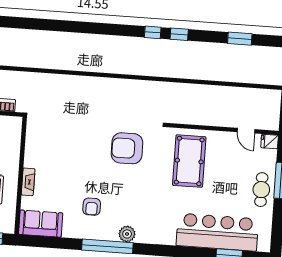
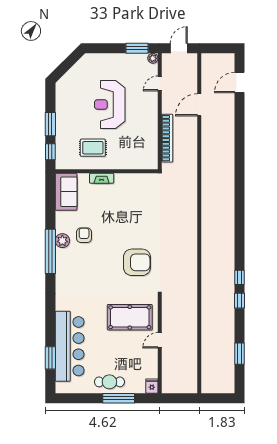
door: (246, 131) -> (160, 340), moved
armchair: (127, 148) -> (137, 262), turned 90
armchair: (92, 207) -> (84, 235), turned 90
plant: (127, 234) -> (62, 241), moved

